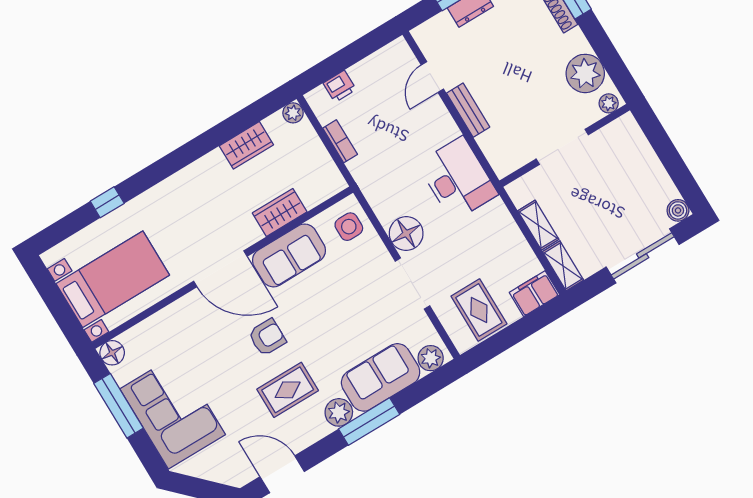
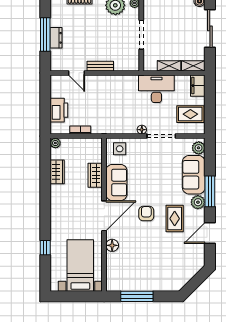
printer: (340, 86) -> (59, 110), width x1.87, depth x1.48
desk: (458, 179) -> (156, 89), moved
floor lamp: (406, 233) -> (142, 130), width x0.53, depth x0.53
floor lamp: (112, 353) -> (112, 245), moved
corner sofa: (173, 412) -> (154, 274), removed
door: (282, 474) -> (210, 233), moved

